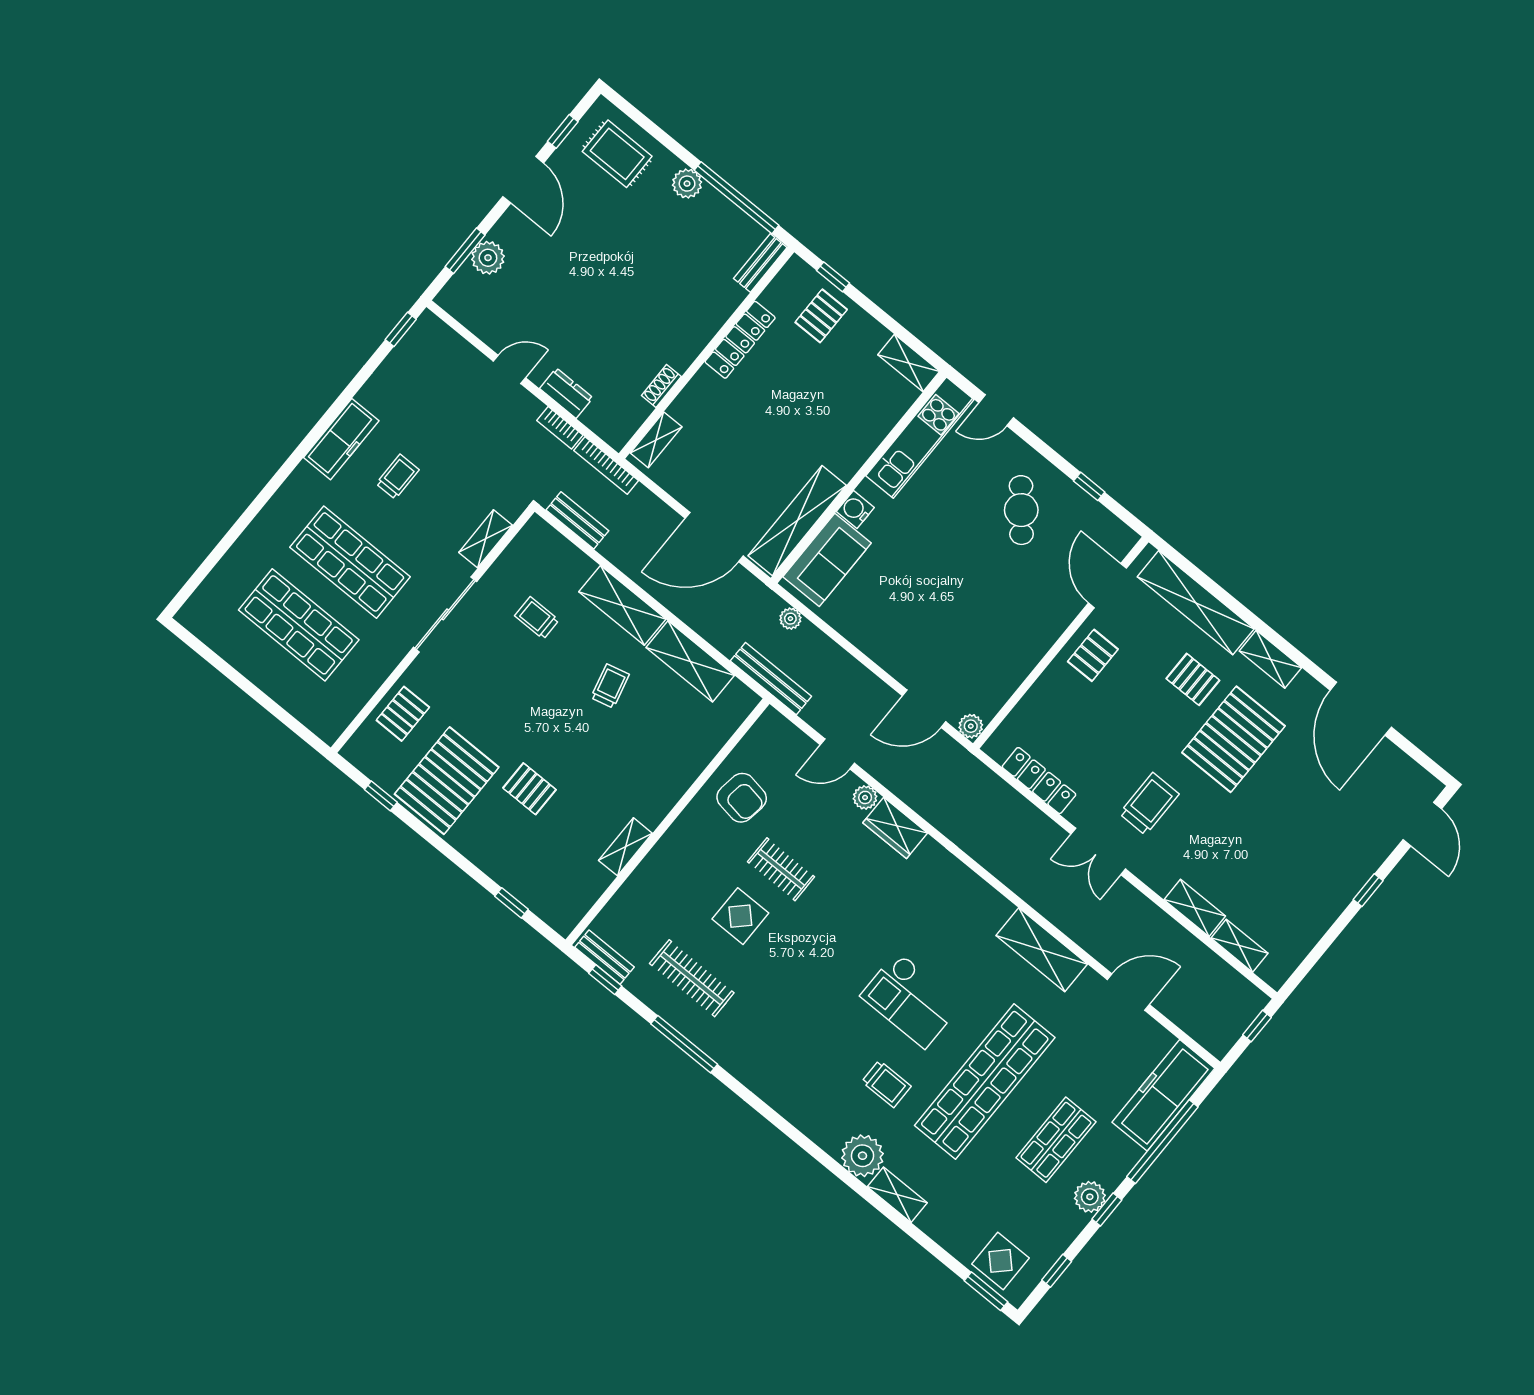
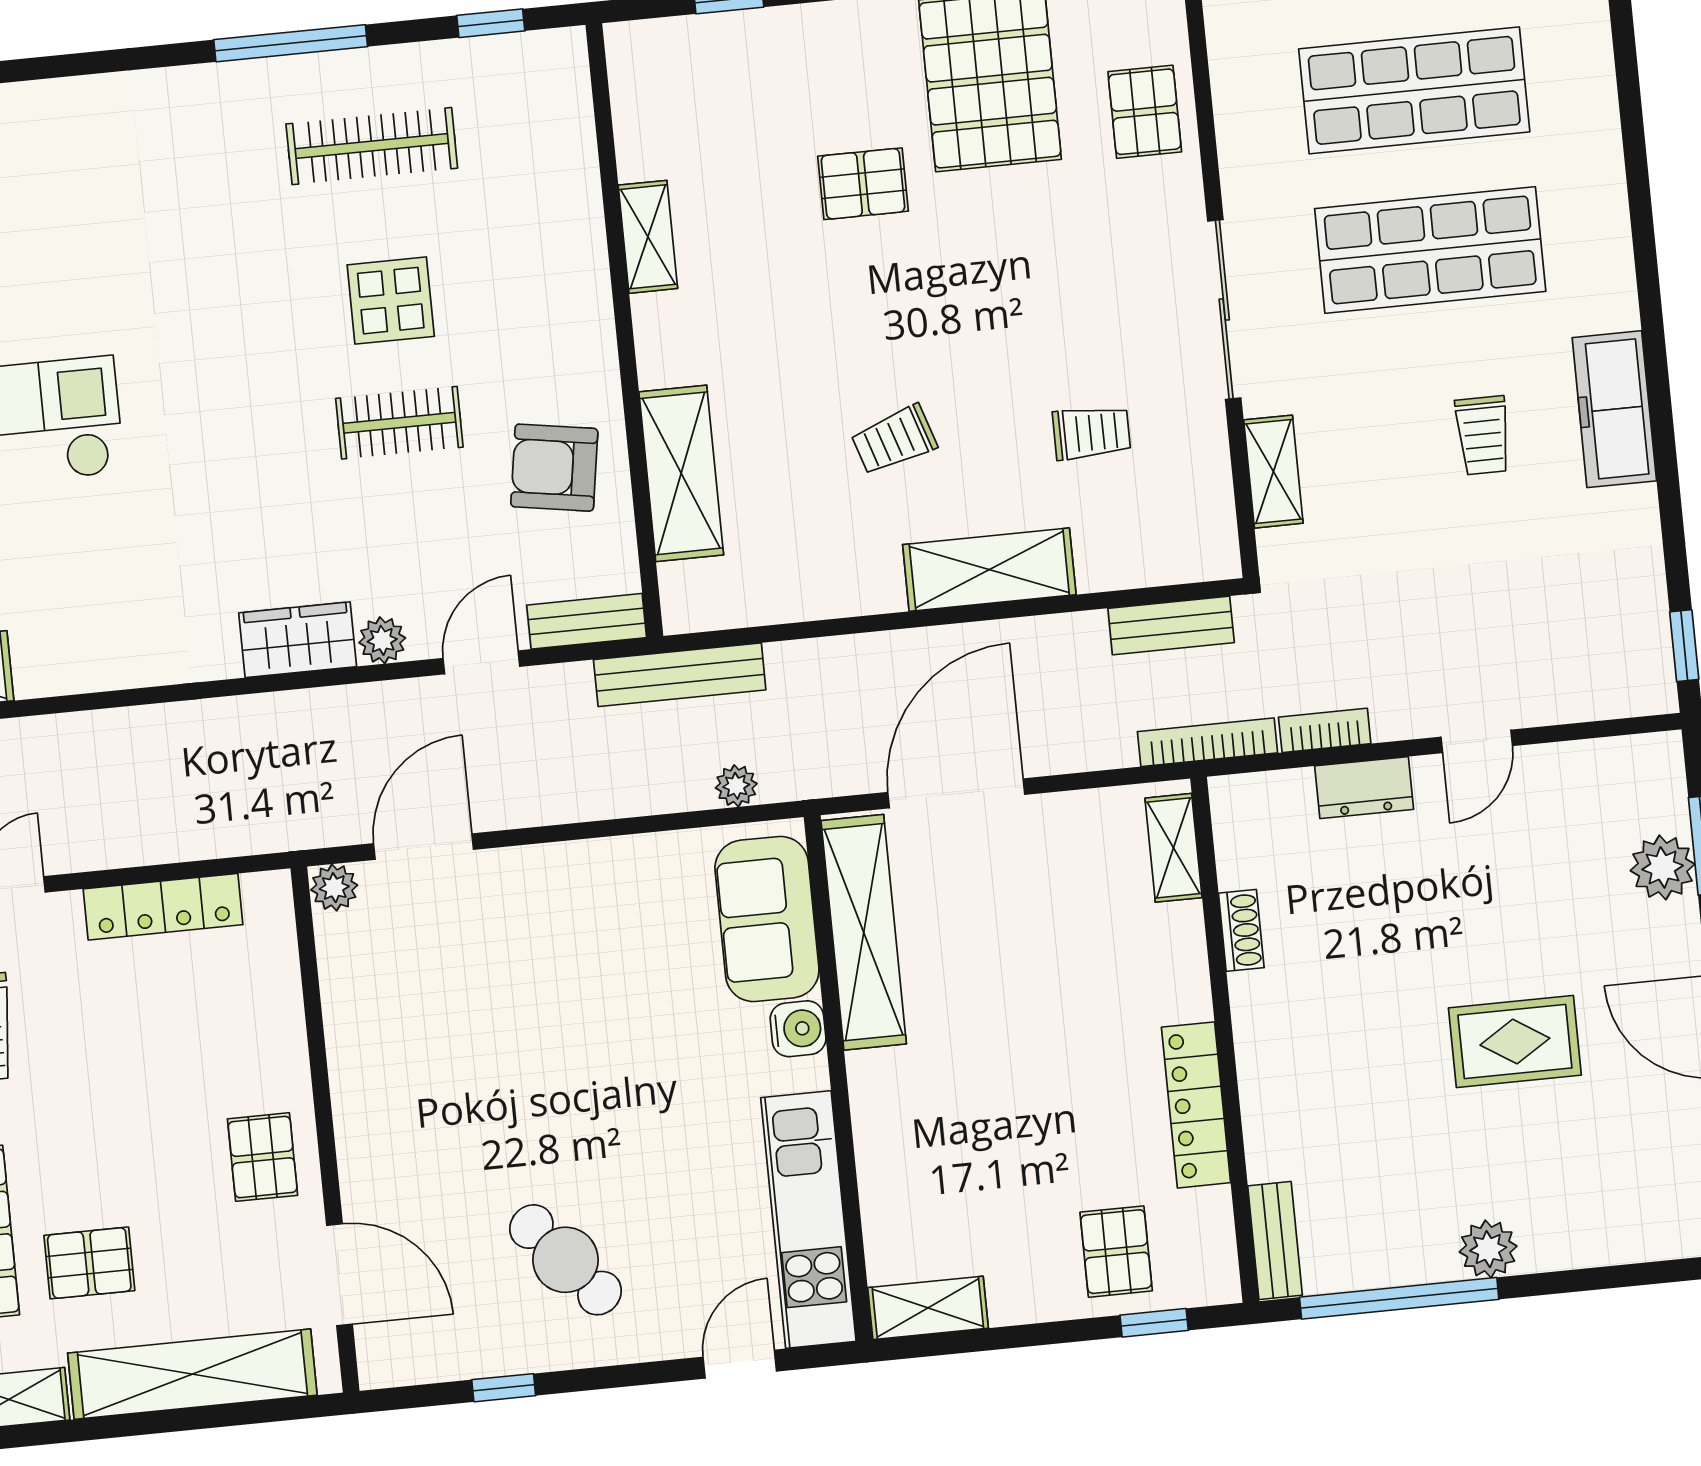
rug: (617, 154) -> (1515, 1042), moved
shelving: (690, 661) -> (681, 473), moved, turned 90
trolley: (610, 686) -> (894, 440), turned 86
bench: (604, 957) -> (587, 621), moved

